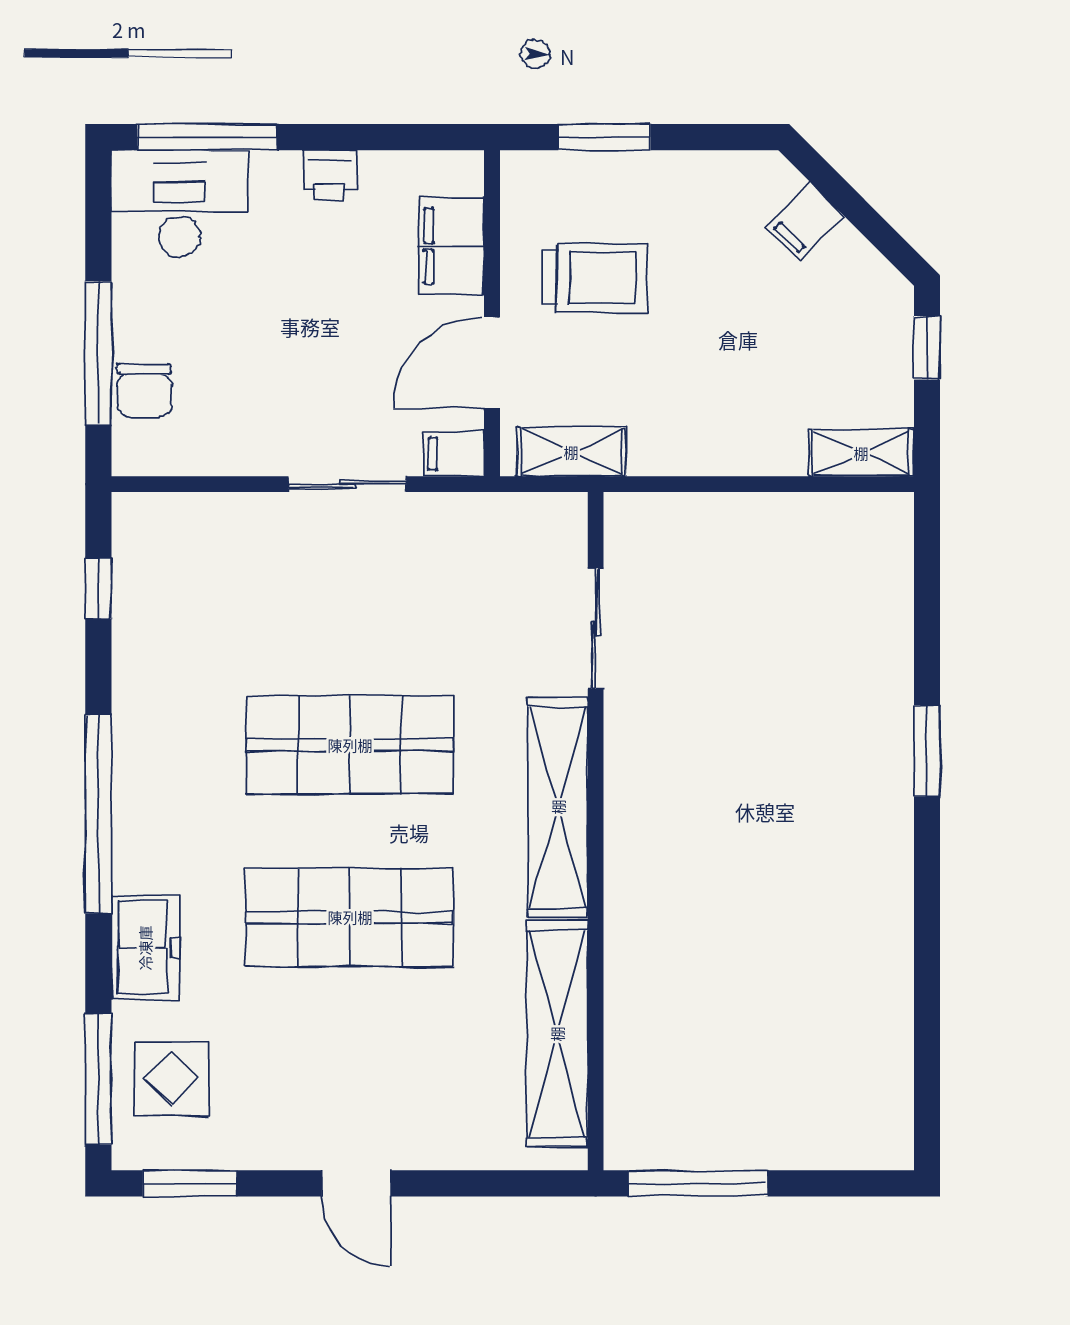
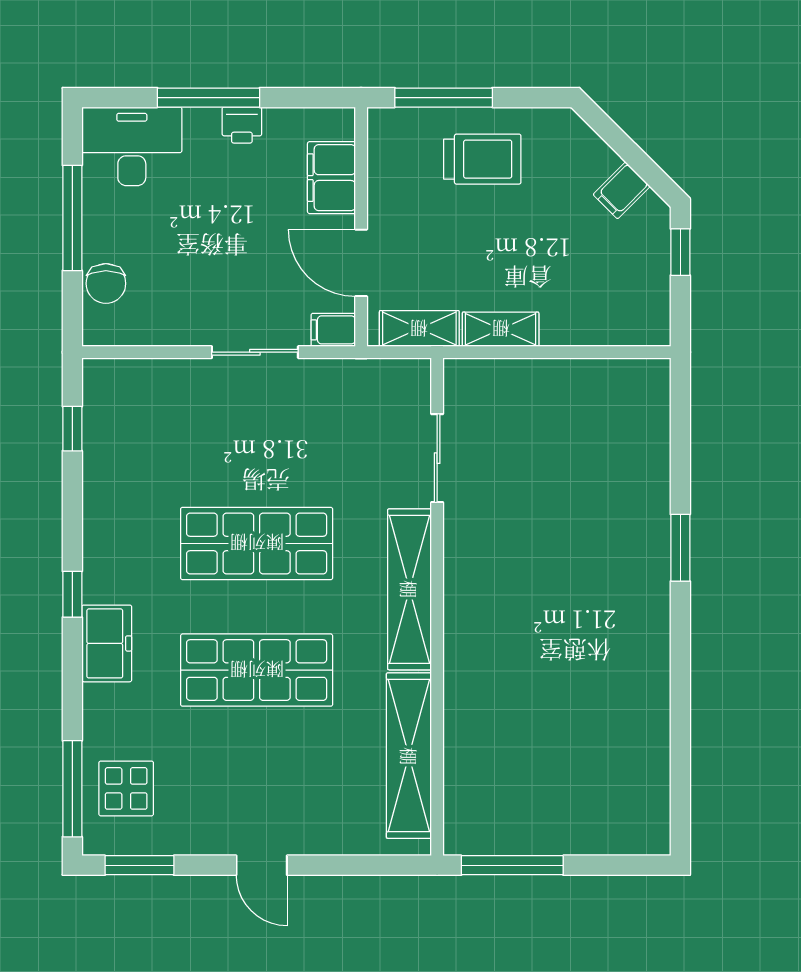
window: (207, 137) -> (208, 98), moved
window: (604, 137) -> (444, 98), width x1.44
filing cabinet: (805, 222) -> (622, 190), moved
trolley: (595, 278) -> (482, 159), moved
window: (98, 353) -> (72, 218), moved
door: (492, 363) -> (361, 263), hinge flipped
shelving: (861, 453) -> (501, 329), moved
window: (98, 814) -> (72, 594), width x0.32
freezer: (145, 948) -> (107, 643), moved

